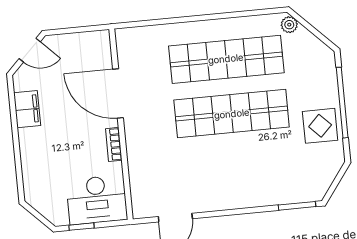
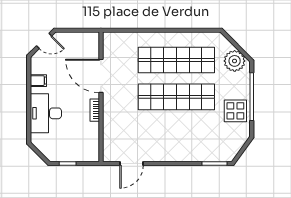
plant: (289, 25) -> (235, 61), moved, width x1.88, depth x1.88
filing cabinet: (27, 109) -> (38, 81), width x0.50
desk: (97, 200) -> (46, 113), moved, turned 90

